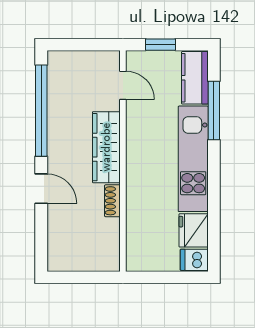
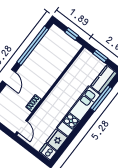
window: (89, 45) -> (72, 34), added
door: (123, 85) -> (22, 127), moved
wardrobe: (106, 147) -> (47, 80), removed

